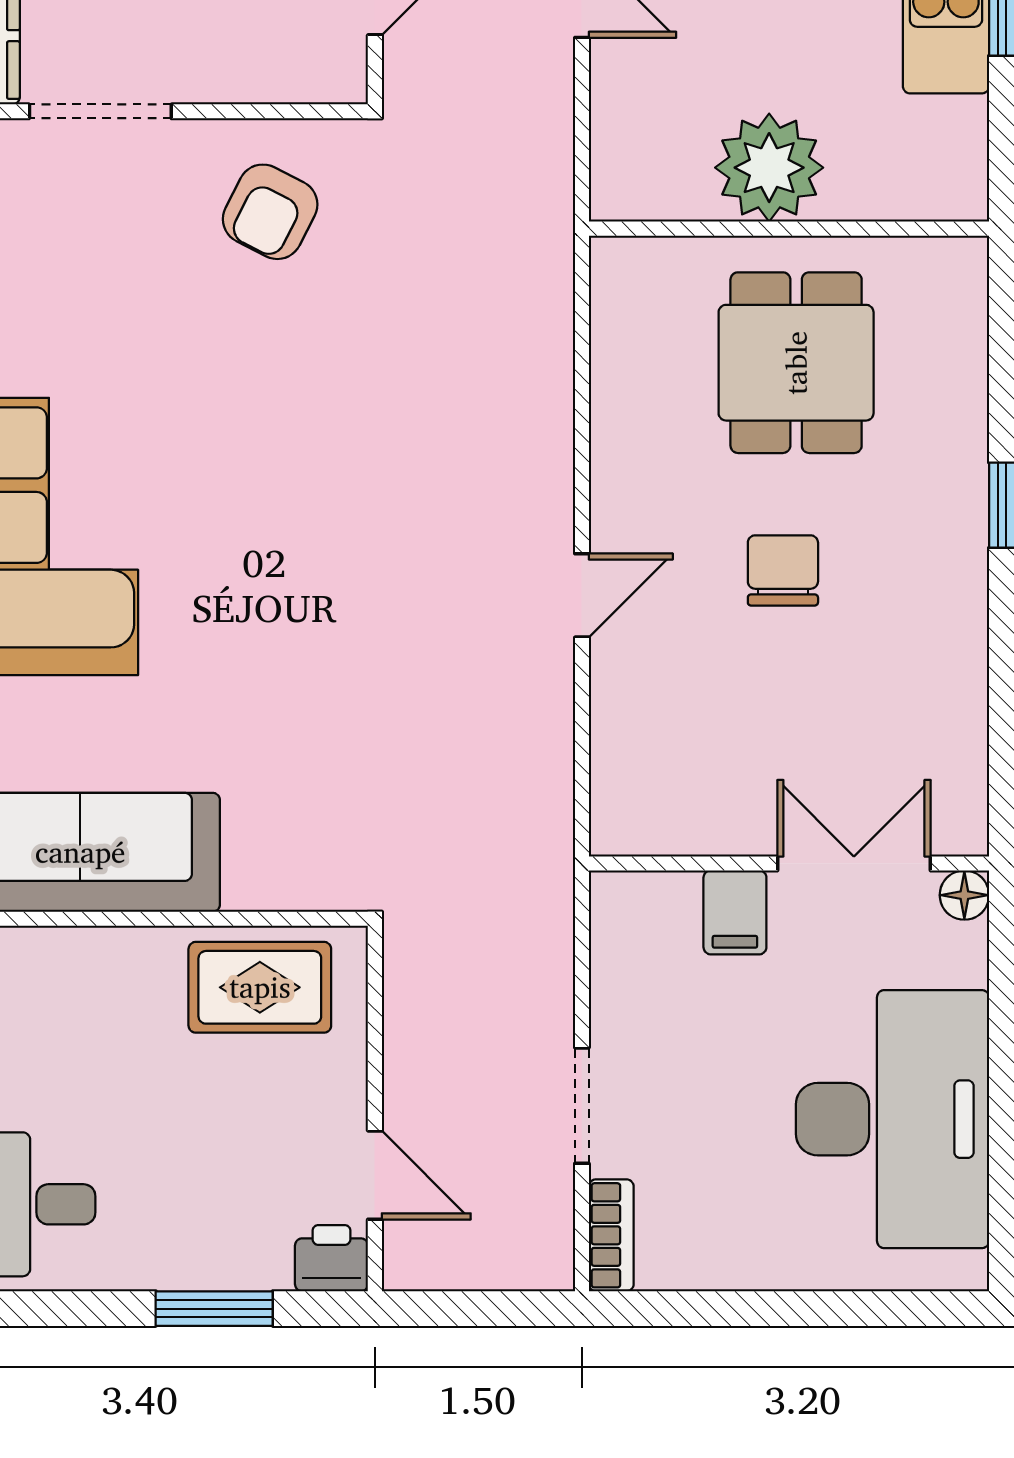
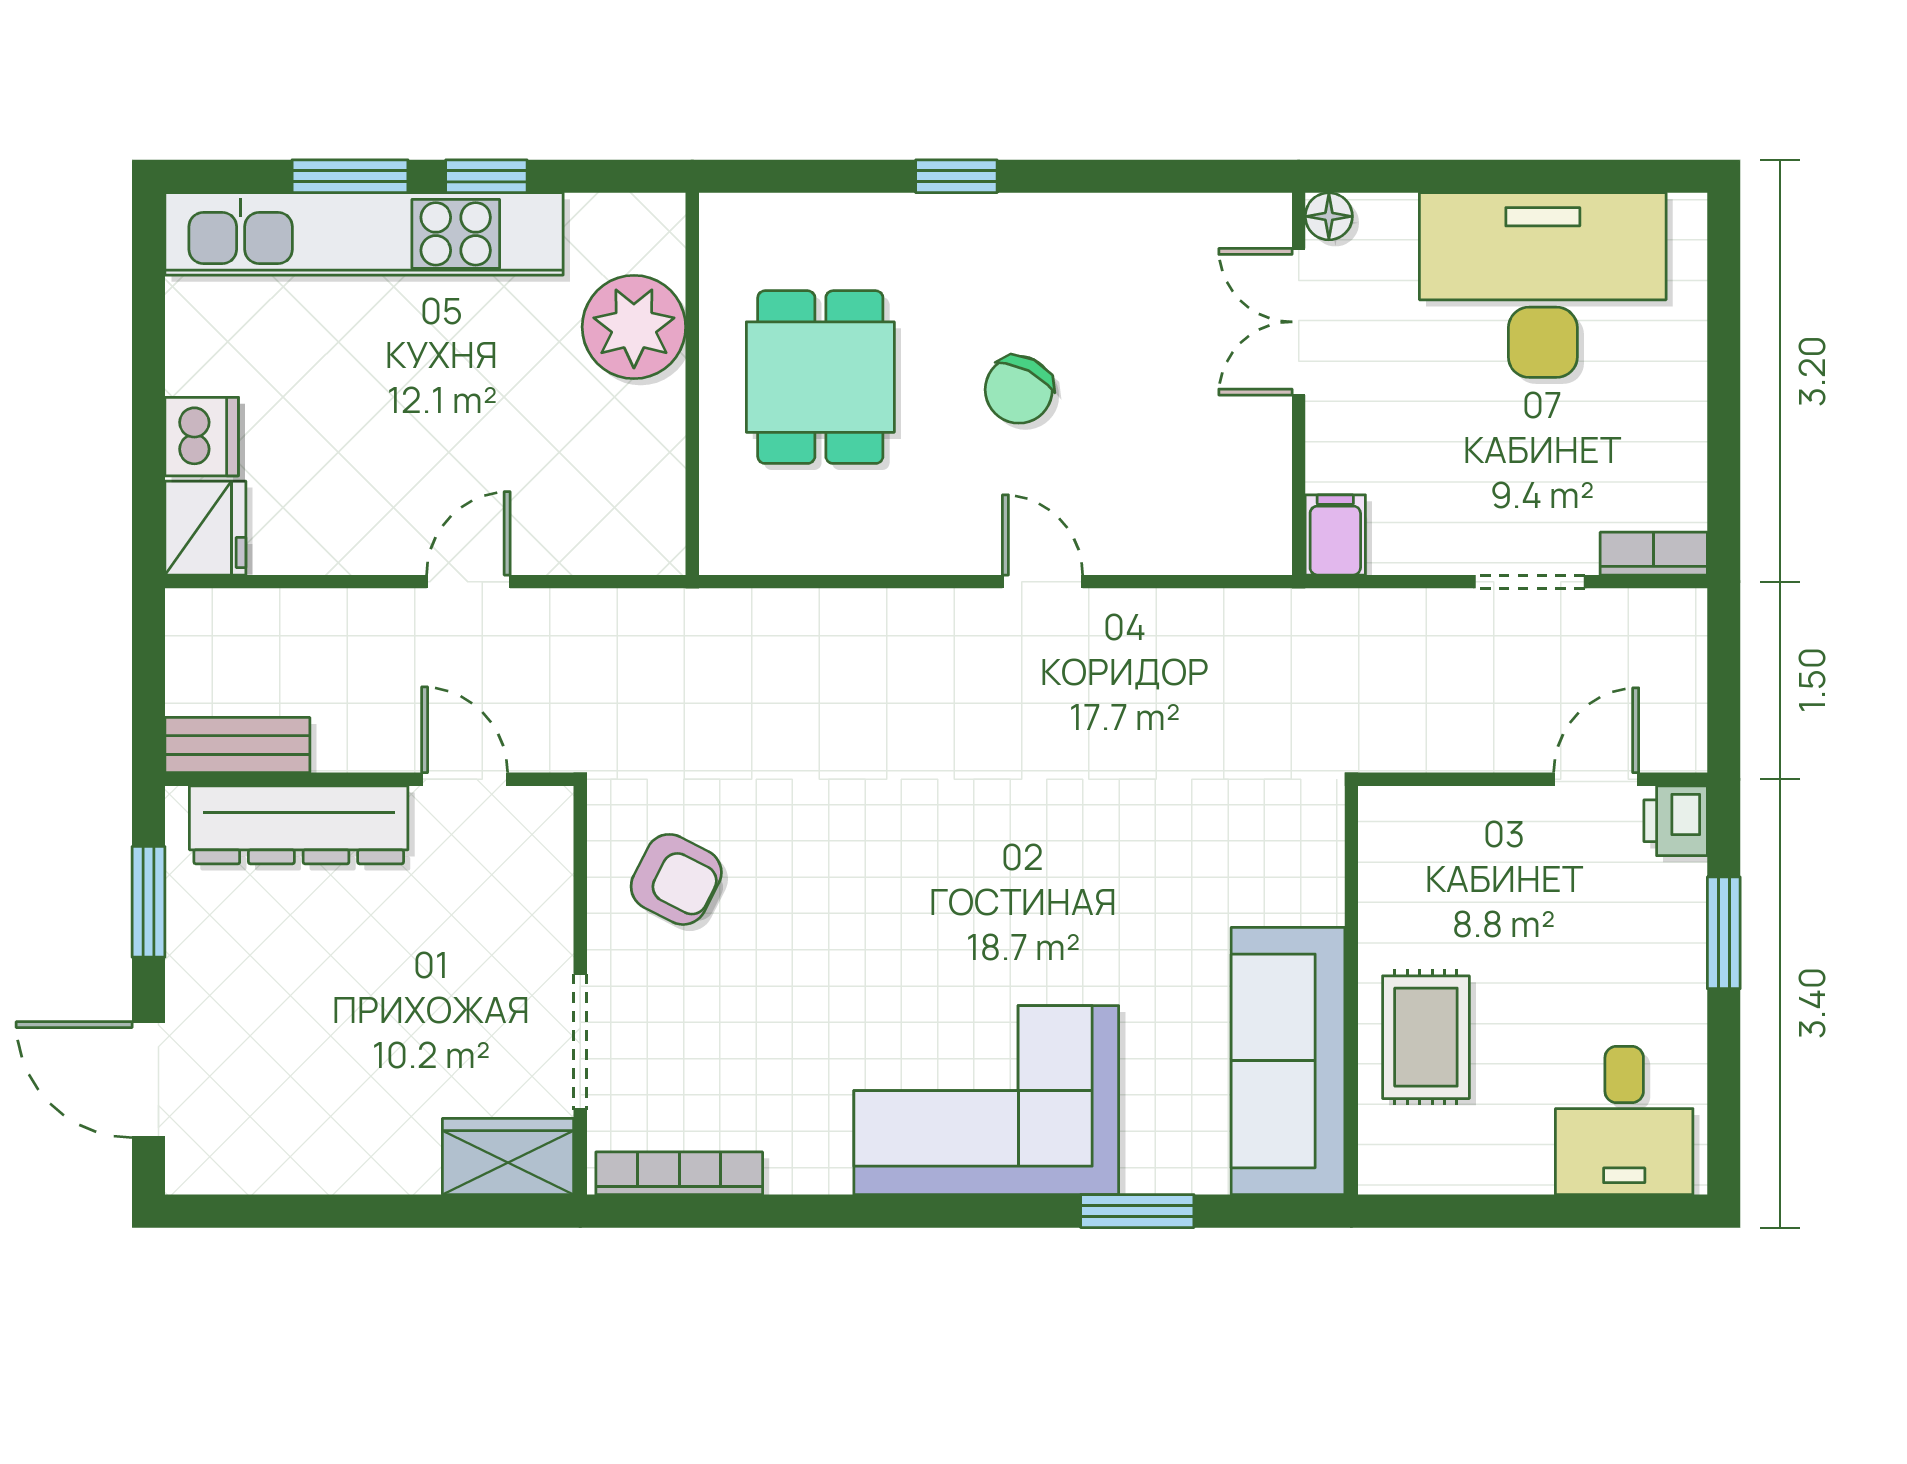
plant: (769, 168) -> (634, 327), moved
dining table: (796, 363) -> (820, 377), turned 90
chair: (783, 570) -> (1019, 390), turned -63
filing cabinet: (735, 912) -> (1335, 535), moved, turned -90
rug: (260, 987) -> (1426, 1037), moved

